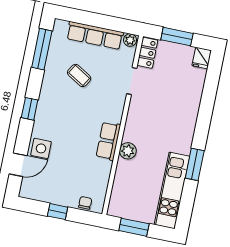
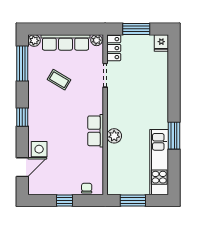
plant: (60, 26) -> (34, 41), added

